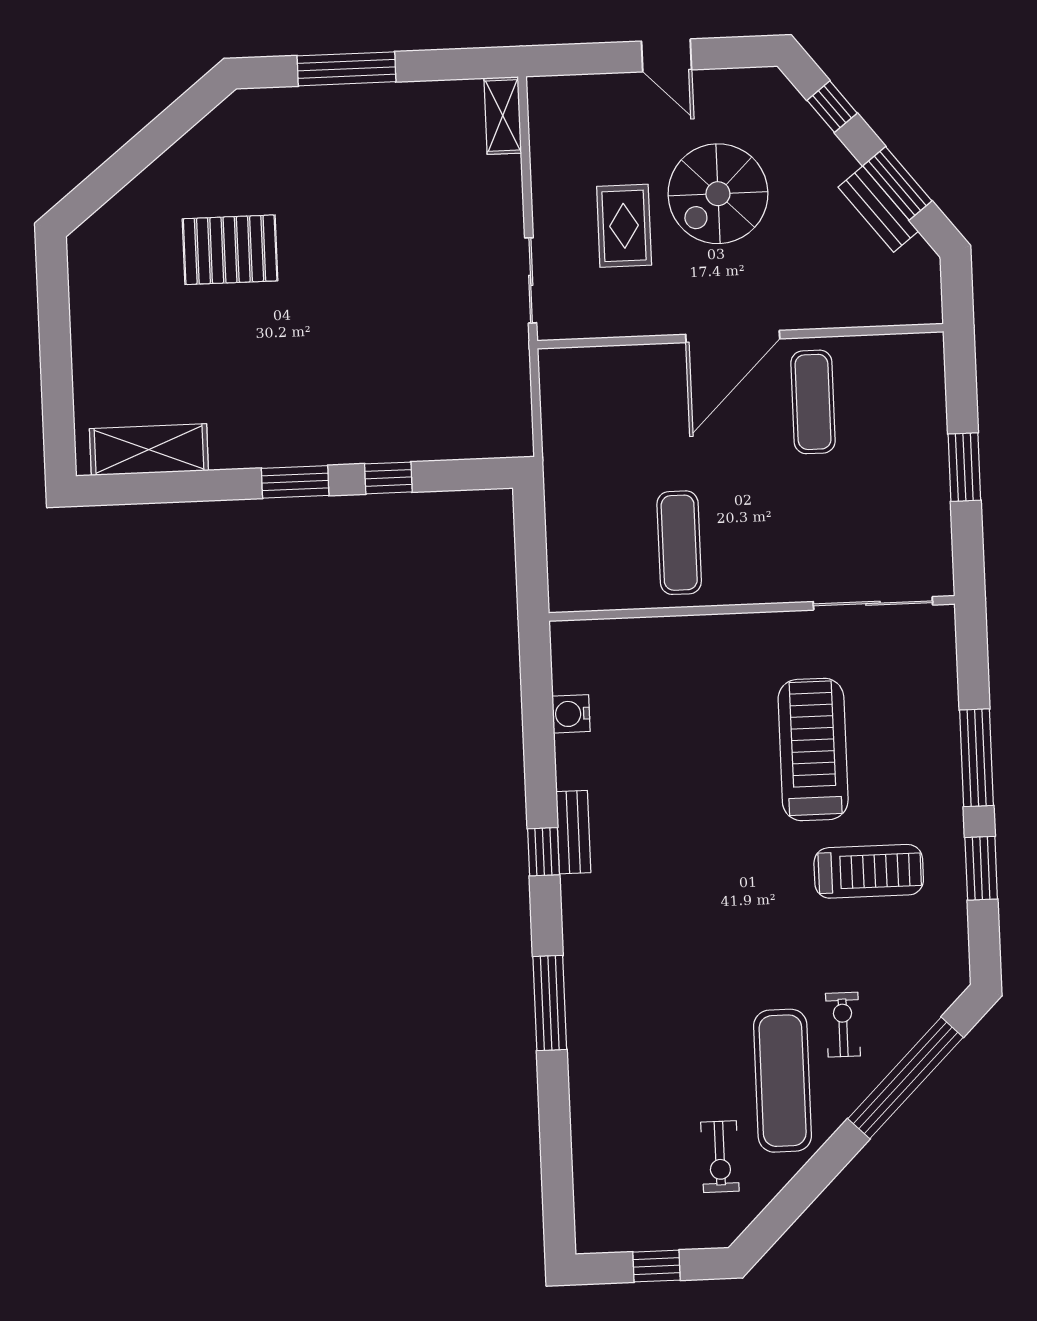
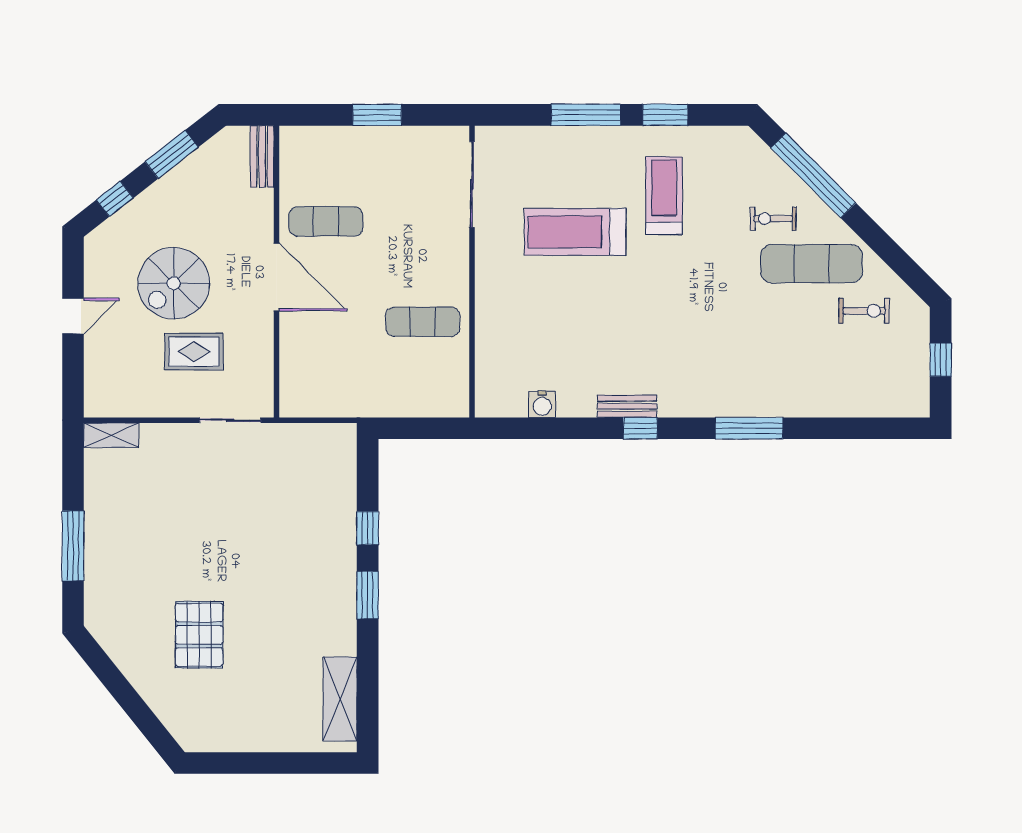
spiral stairs: (718, 194) -> (174, 283), turned 90
bench: (878, 209) -> (262, 156), moved, turned -52

